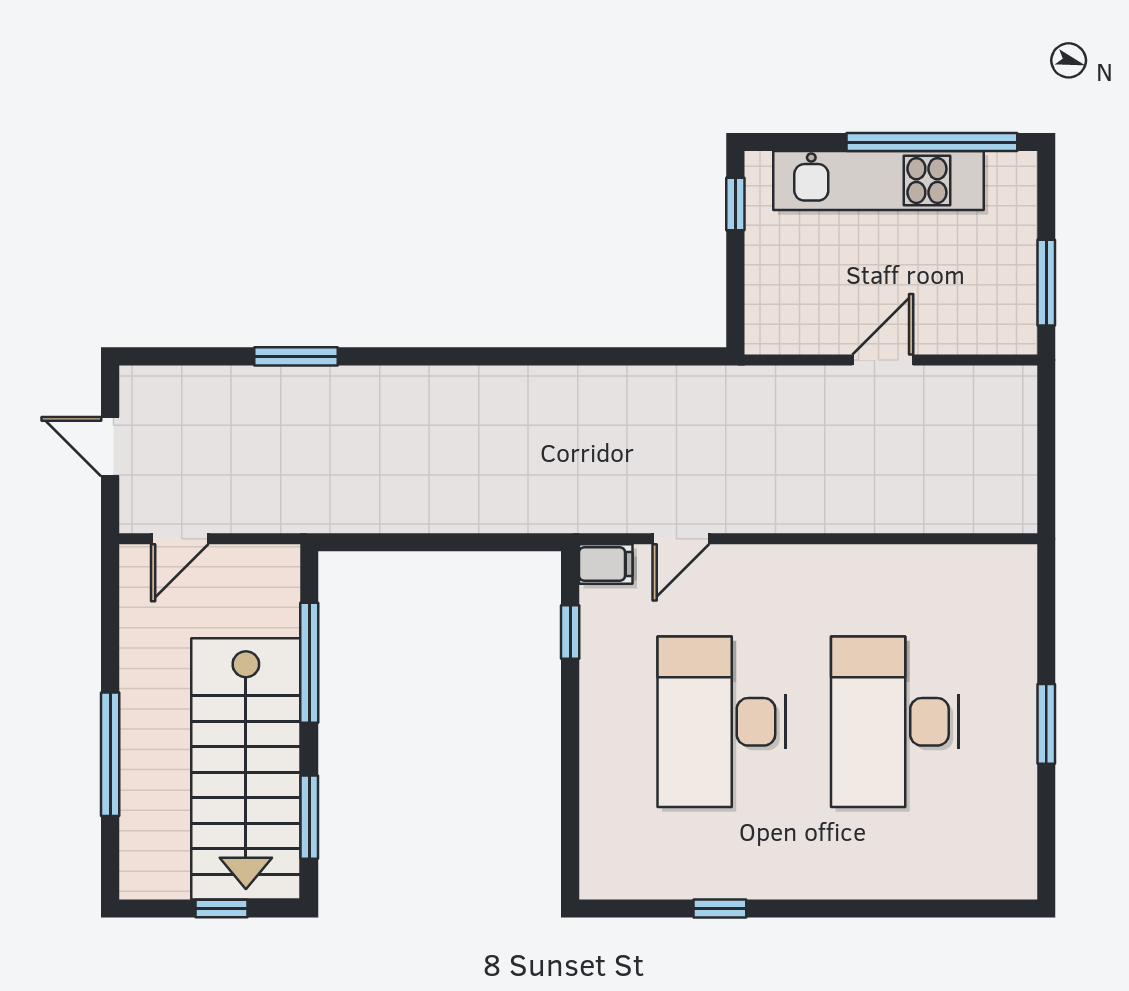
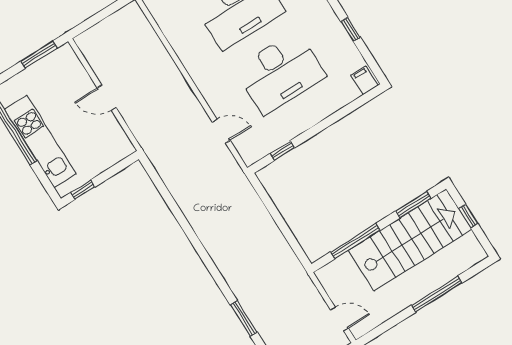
filing cabinet: (606, 564) -> (364, 80), moved

